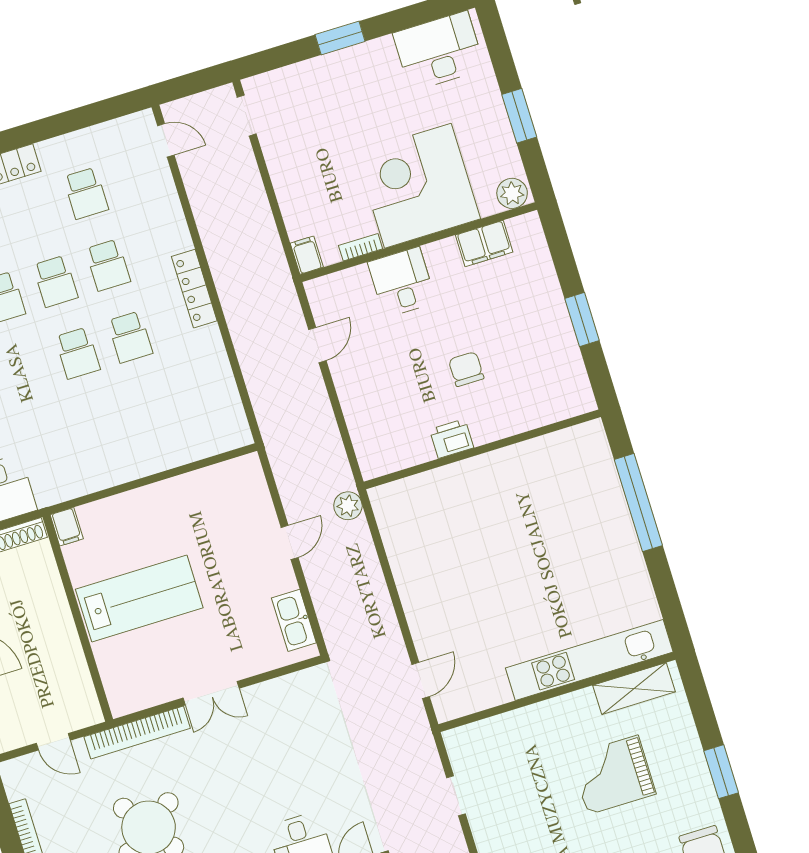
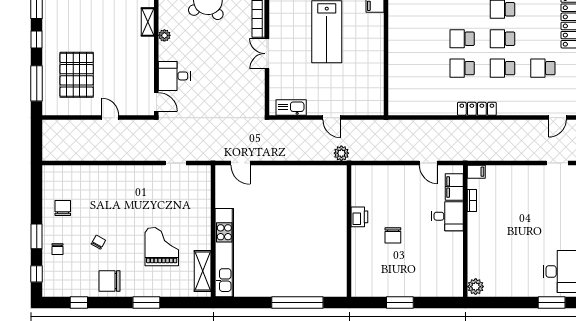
window: (519, 116) -> (552, 303), moved
corner desk: (418, 186) -> (494, 240), removed
filing cabinet: (484, 244) -> (454, 187), moved
chair: (466, 369) -> (393, 235), turned 90

